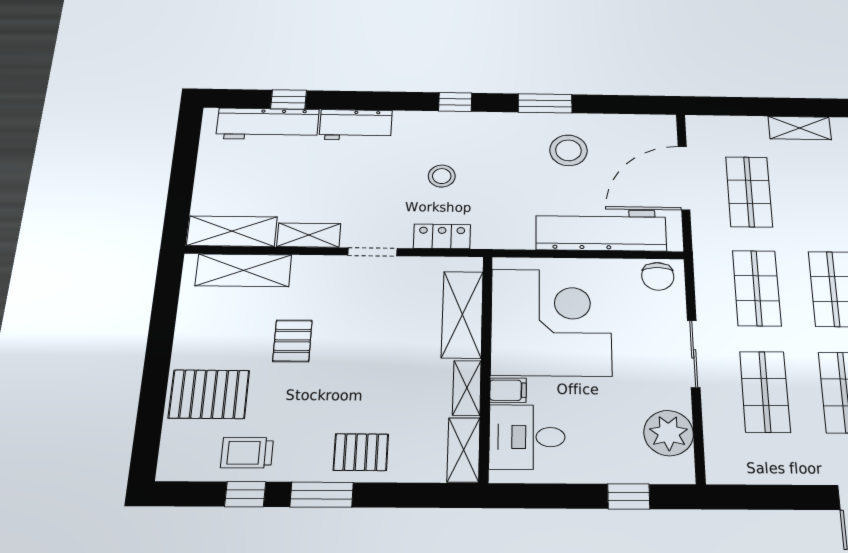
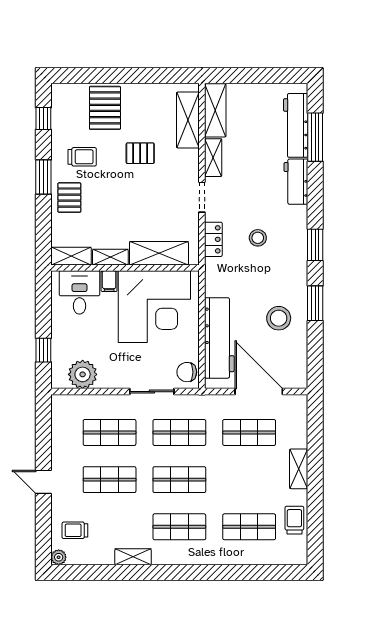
window: (289, 99) -> (315, 137), width x2.17
window: (455, 102) -> (315, 245), width x1.50
sliding door: (694, 354) -> (152, 392), moved
trolley: (247, 453) -> (82, 157), moved, turned 90
window: (245, 494) -> (43, 118), moved

